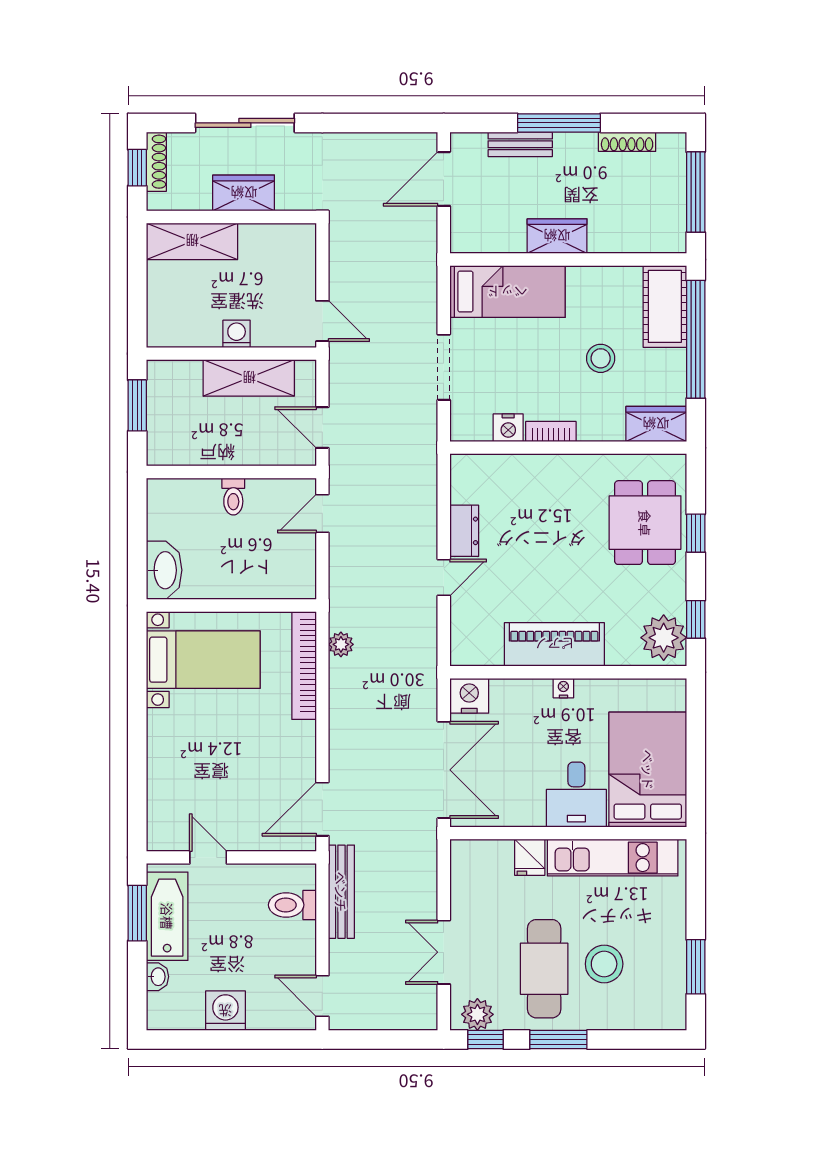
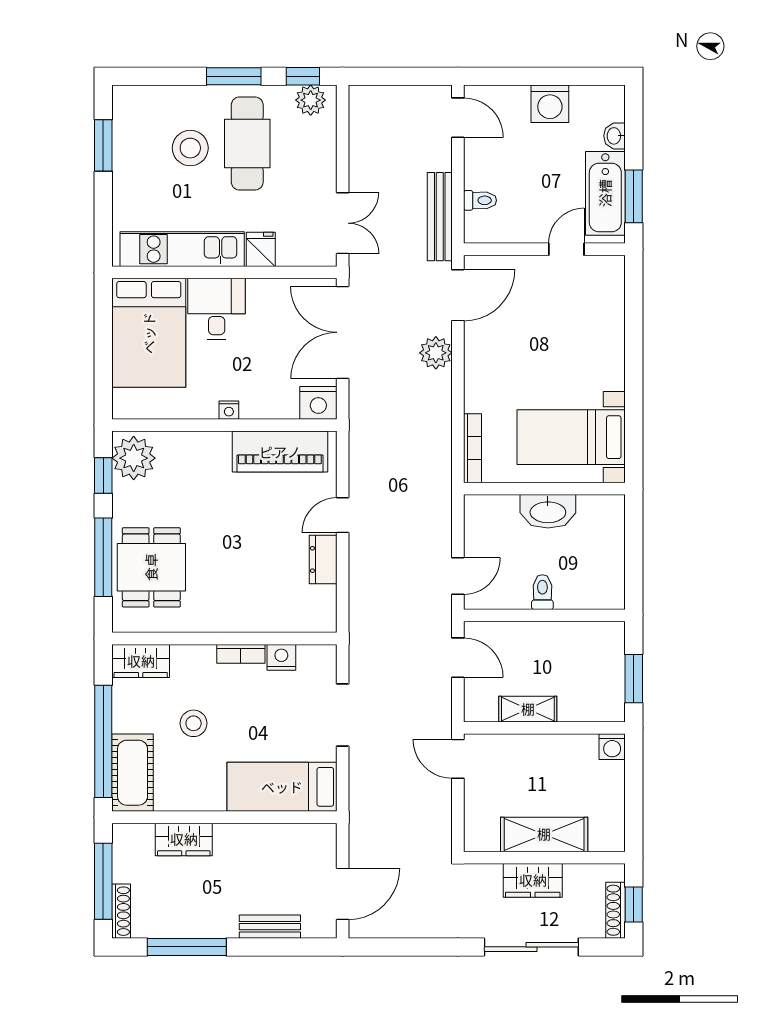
window: (559, 123) -> (187, 947), moved
shoe rack: (627, 142) -> (121, 911), moved, turned 90
wardrobe: (557, 236) -> (184, 839), moved
shelving: (192, 241) -> (544, 834), moved
washing machine: (237, 334) -> (612, 747), moved
shelving: (249, 378) -> (528, 709), width x0.67, depth x0.75
window: (696, 533) -> (103, 557), width x2.17
washbasin: (164, 570) -> (548, 511), moved, turned -90
plant: (341, 644) -> (436, 353), moved, width x1.38, depth x1.38
piano: (554, 644) -> (280, 452), moved
bookcase: (304, 665) -> (473, 448), width x0.68, depth x0.76
door: (208, 857) -> (566, 249), swing flipped
toilet: (292, 905) -> (480, 200), width x0.73, depth x0.72
double door: (444, 952) -> (343, 223), moved

